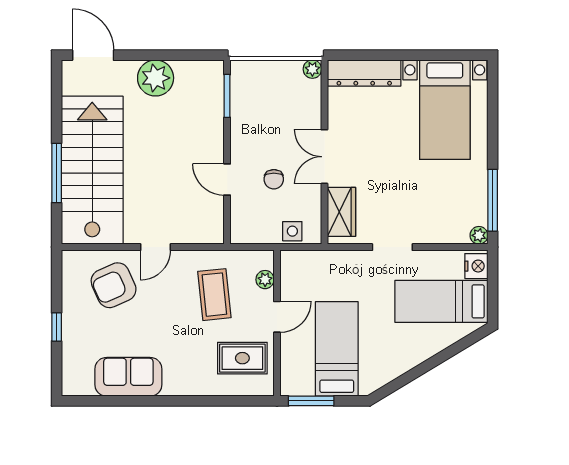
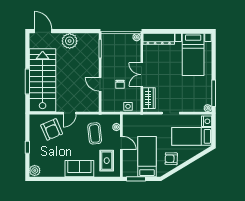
armchair: (114, 285) -> (52, 129), turned -89
door: (277, 317) -> (121, 143), hinge flipped
armchair: (394, 354) -> (171, 159), added
rug: (242, 358) -> (107, 161), turned 90
sofa: (128, 377) -> (79, 169), moved
plant: (74, 381) -> (35, 170), added

